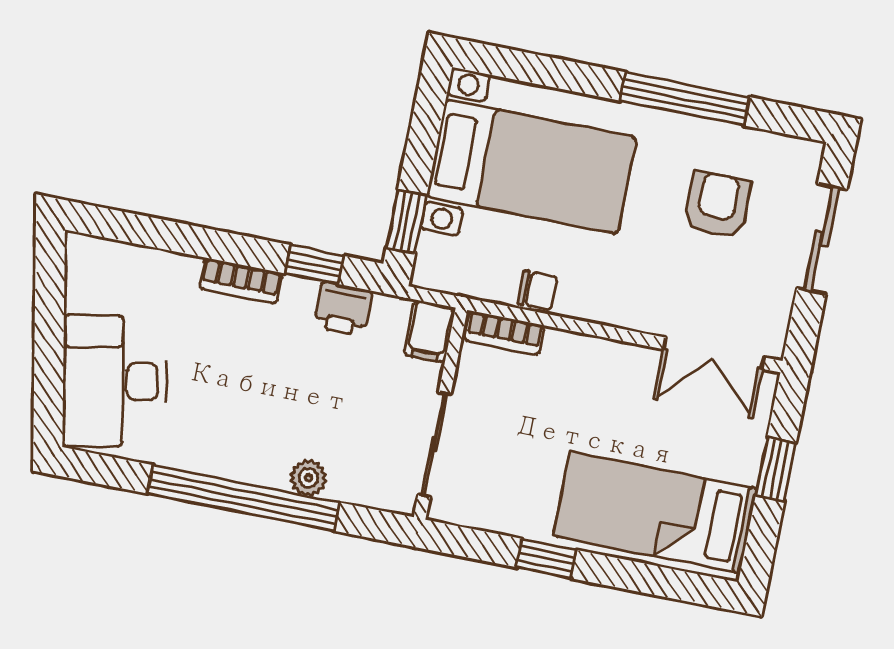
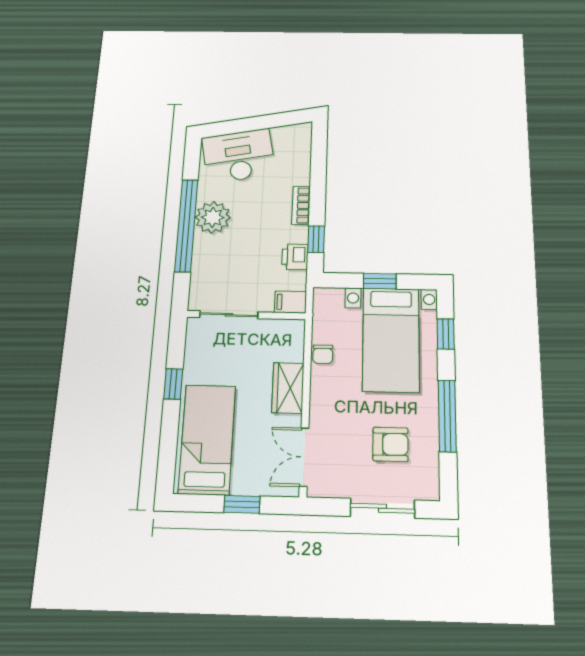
window: (538, 70) -> (446, 334), added
window: (406, 222) -> (380, 281), moved
bookcase: (504, 333) -> (296, 341), removed
wardrobe: (588, 361) -> (288, 388), added
plant: (308, 478) -> (213, 217), moved, width x1.88, depth x1.88

